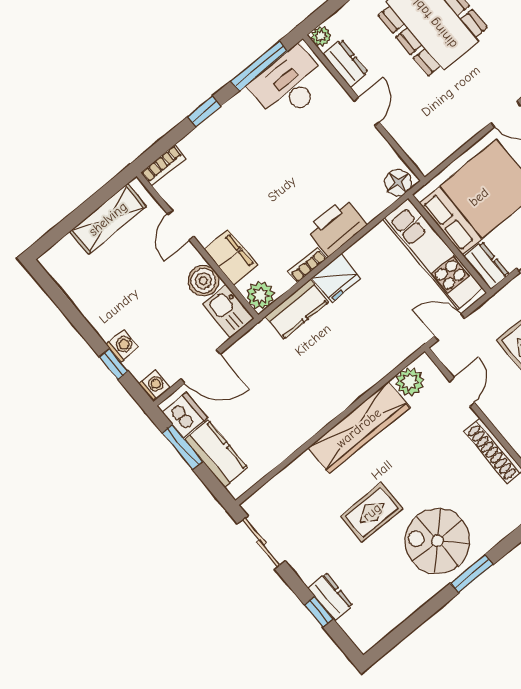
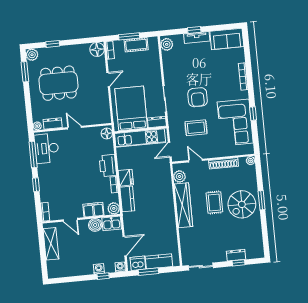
rug: (372, 512) -> (214, 202), moved

